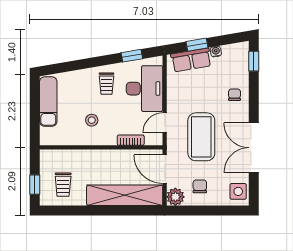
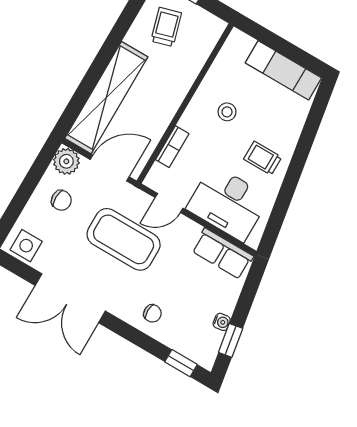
window: (197, 45) -> (231, 340), moved
window: (132, 56) -> (279, 212), removed
row of seats: (191, 60) -> (223, 254), moved, turned -80
door: (165, 123) -> (169, 203), swing flipped
double door: (254, 148) -> (70, 298), swing flipped
trolley: (63, 185) -> (166, 27), turned 74

